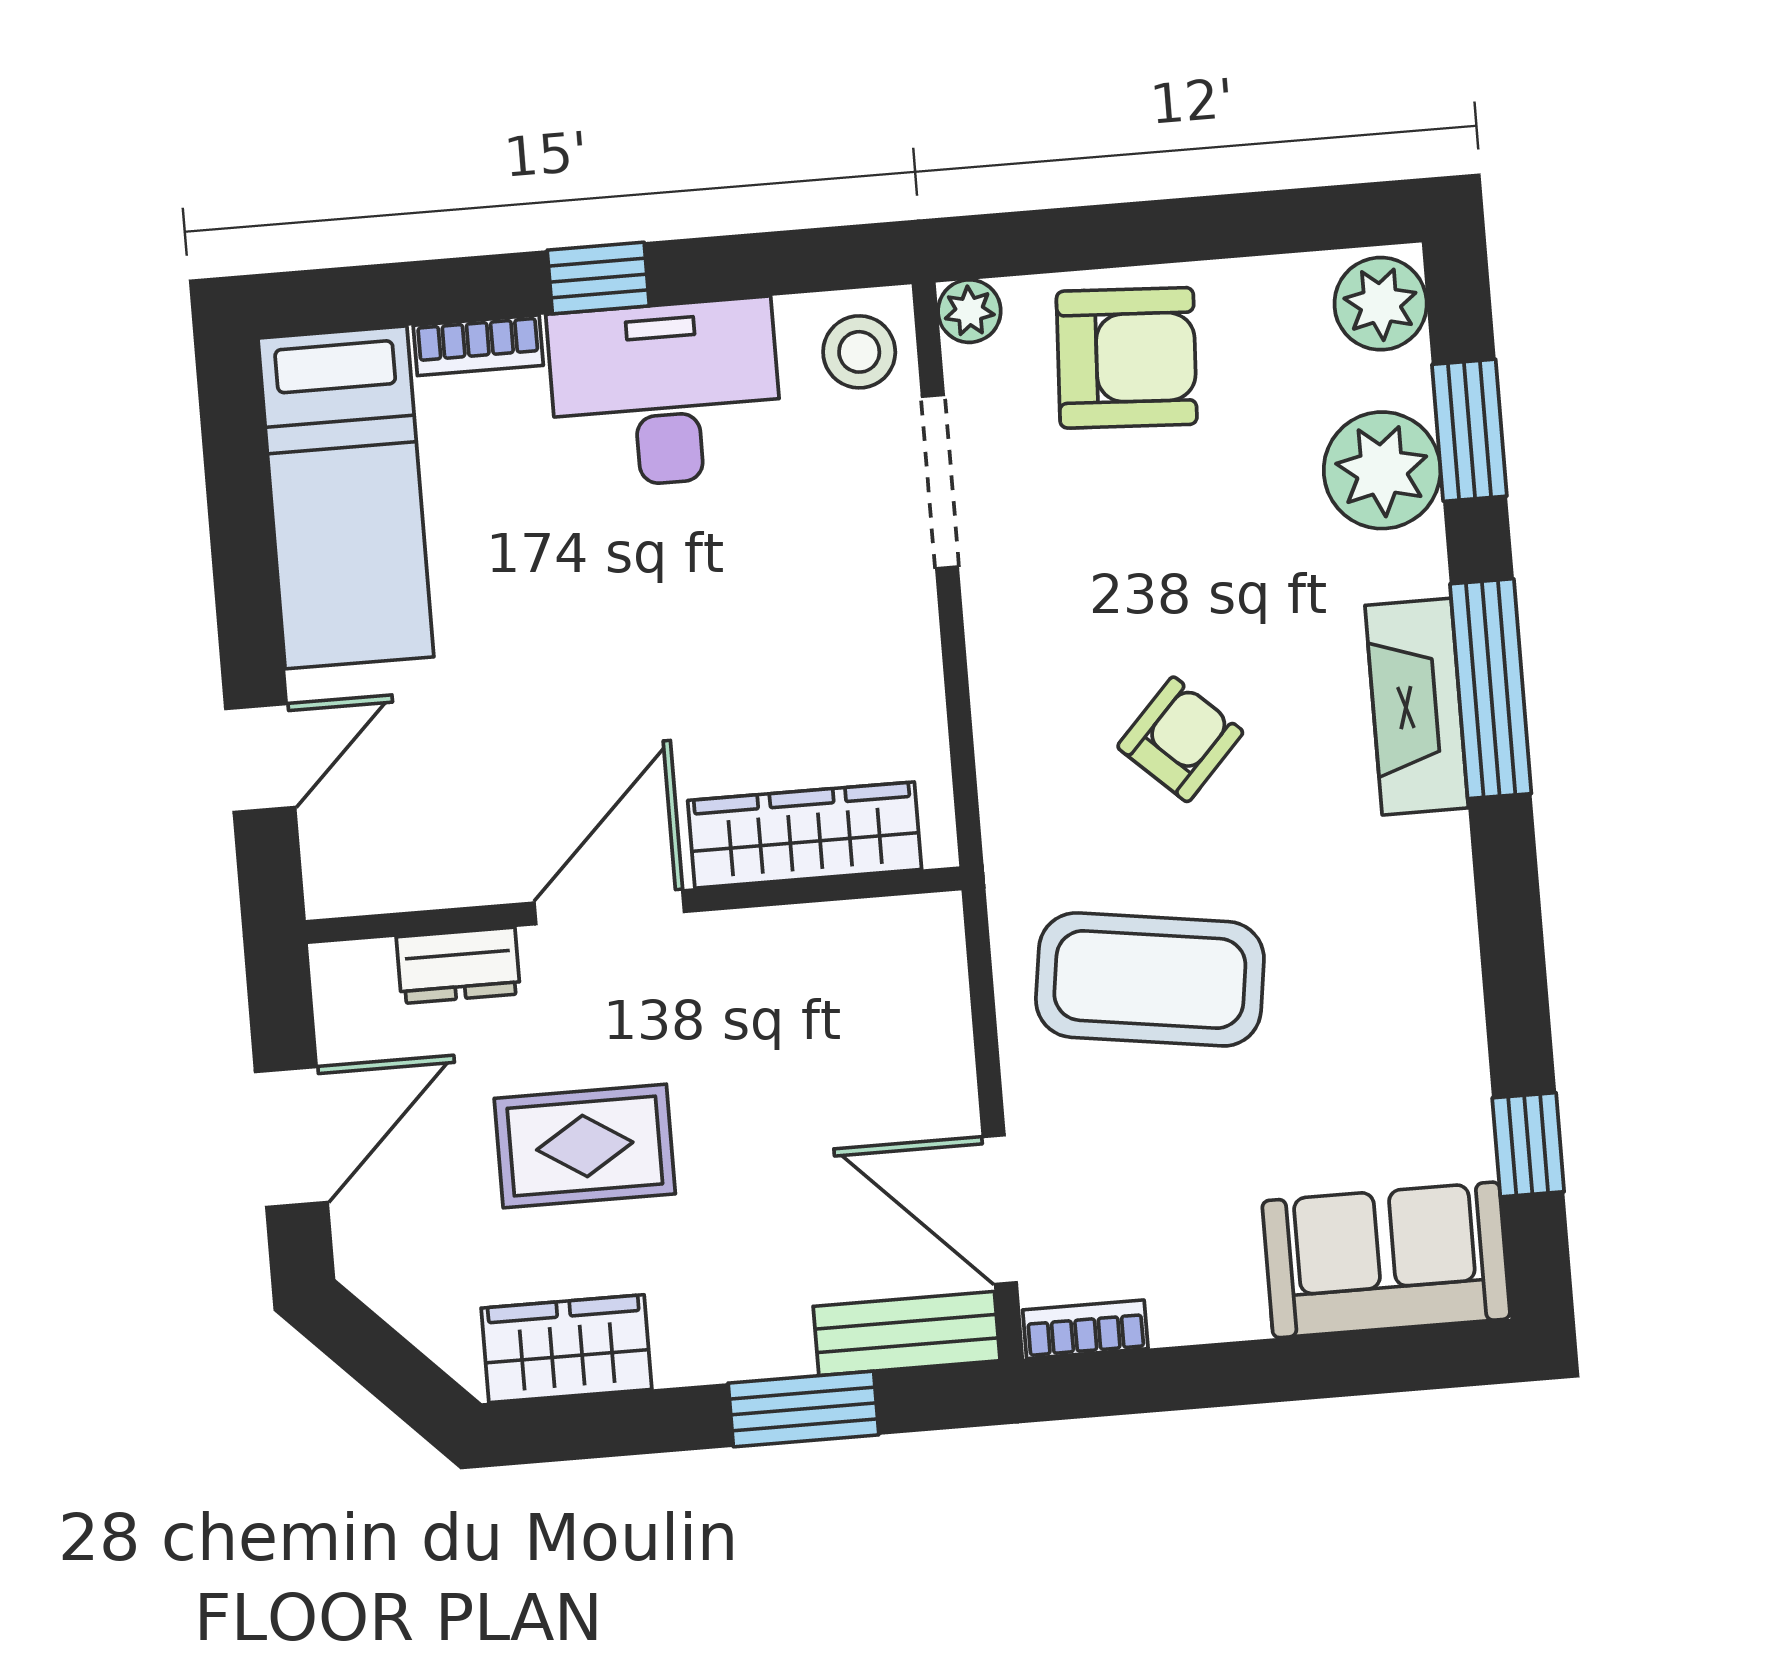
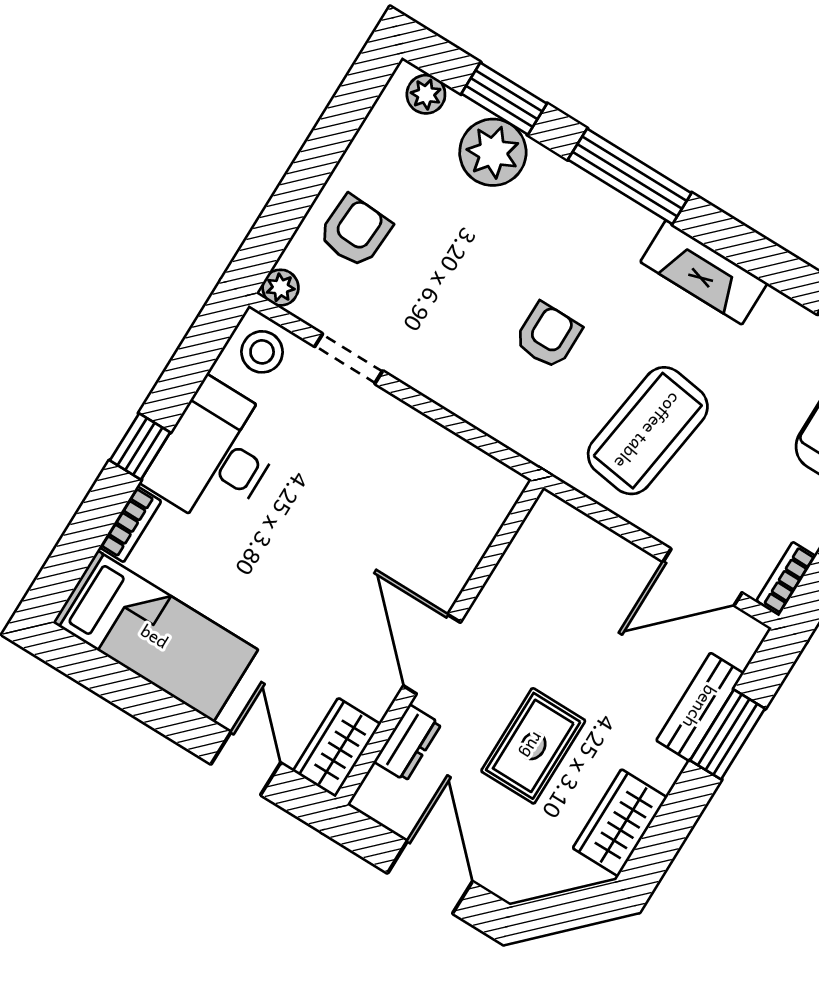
plant: (1381, 304) -> (426, 94), width x0.73, depth x0.73
armchair: (1127, 358) -> (355, 231), width x0.72, depth x0.72
doorway: (940, 482) -> (349, 359), width x0.73
fireplace: (1417, 707) -> (704, 272), moved
armchair: (1180, 739) -> (548, 336), turned 47
wardrobe: (805, 835) -> (337, 748), moved, width x0.67
bench: (907, 1334) -> (700, 707), moved

